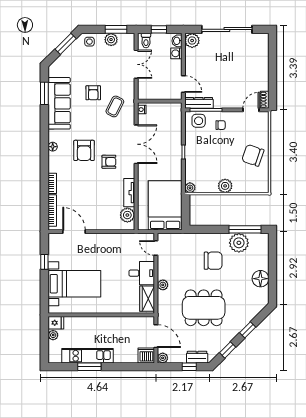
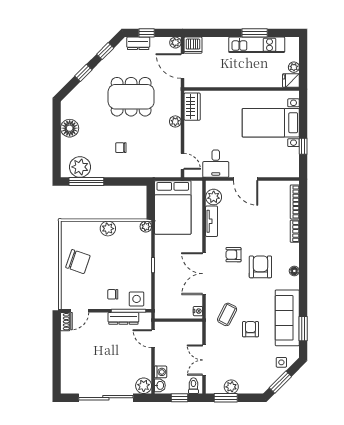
side table: (89, 42) -> (281, 362), moved
dresser: (199, 103) -> (123, 318), moved
door: (74, 232) -> (246, 179), moved
plant: (239, 243) -> (80, 167), moved
chair: (213, 261) -> (121, 148), width x0.54, depth x0.54
desk: (142, 273) -> (216, 164), moved, turned -90

